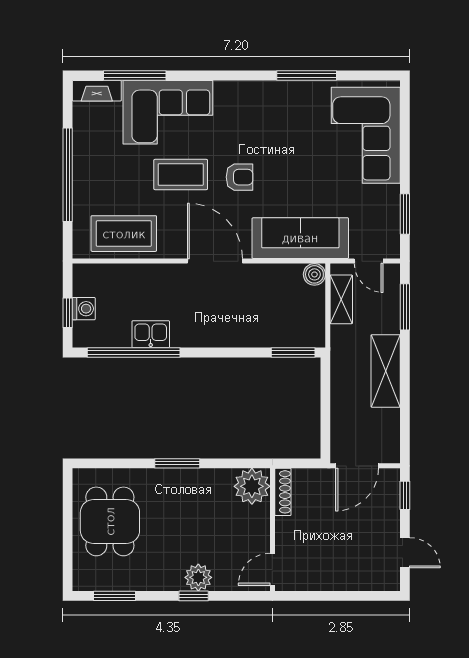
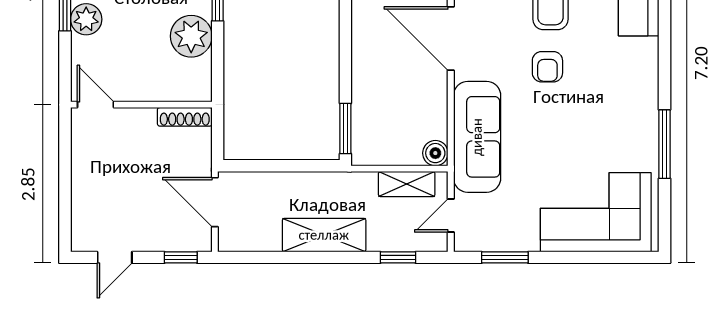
door: (215, 261) -> (451, 39), swing flipped
window: (405, 307) -> (398, 257), width x0.67
plant: (252, 486) -> (191, 36), moved

